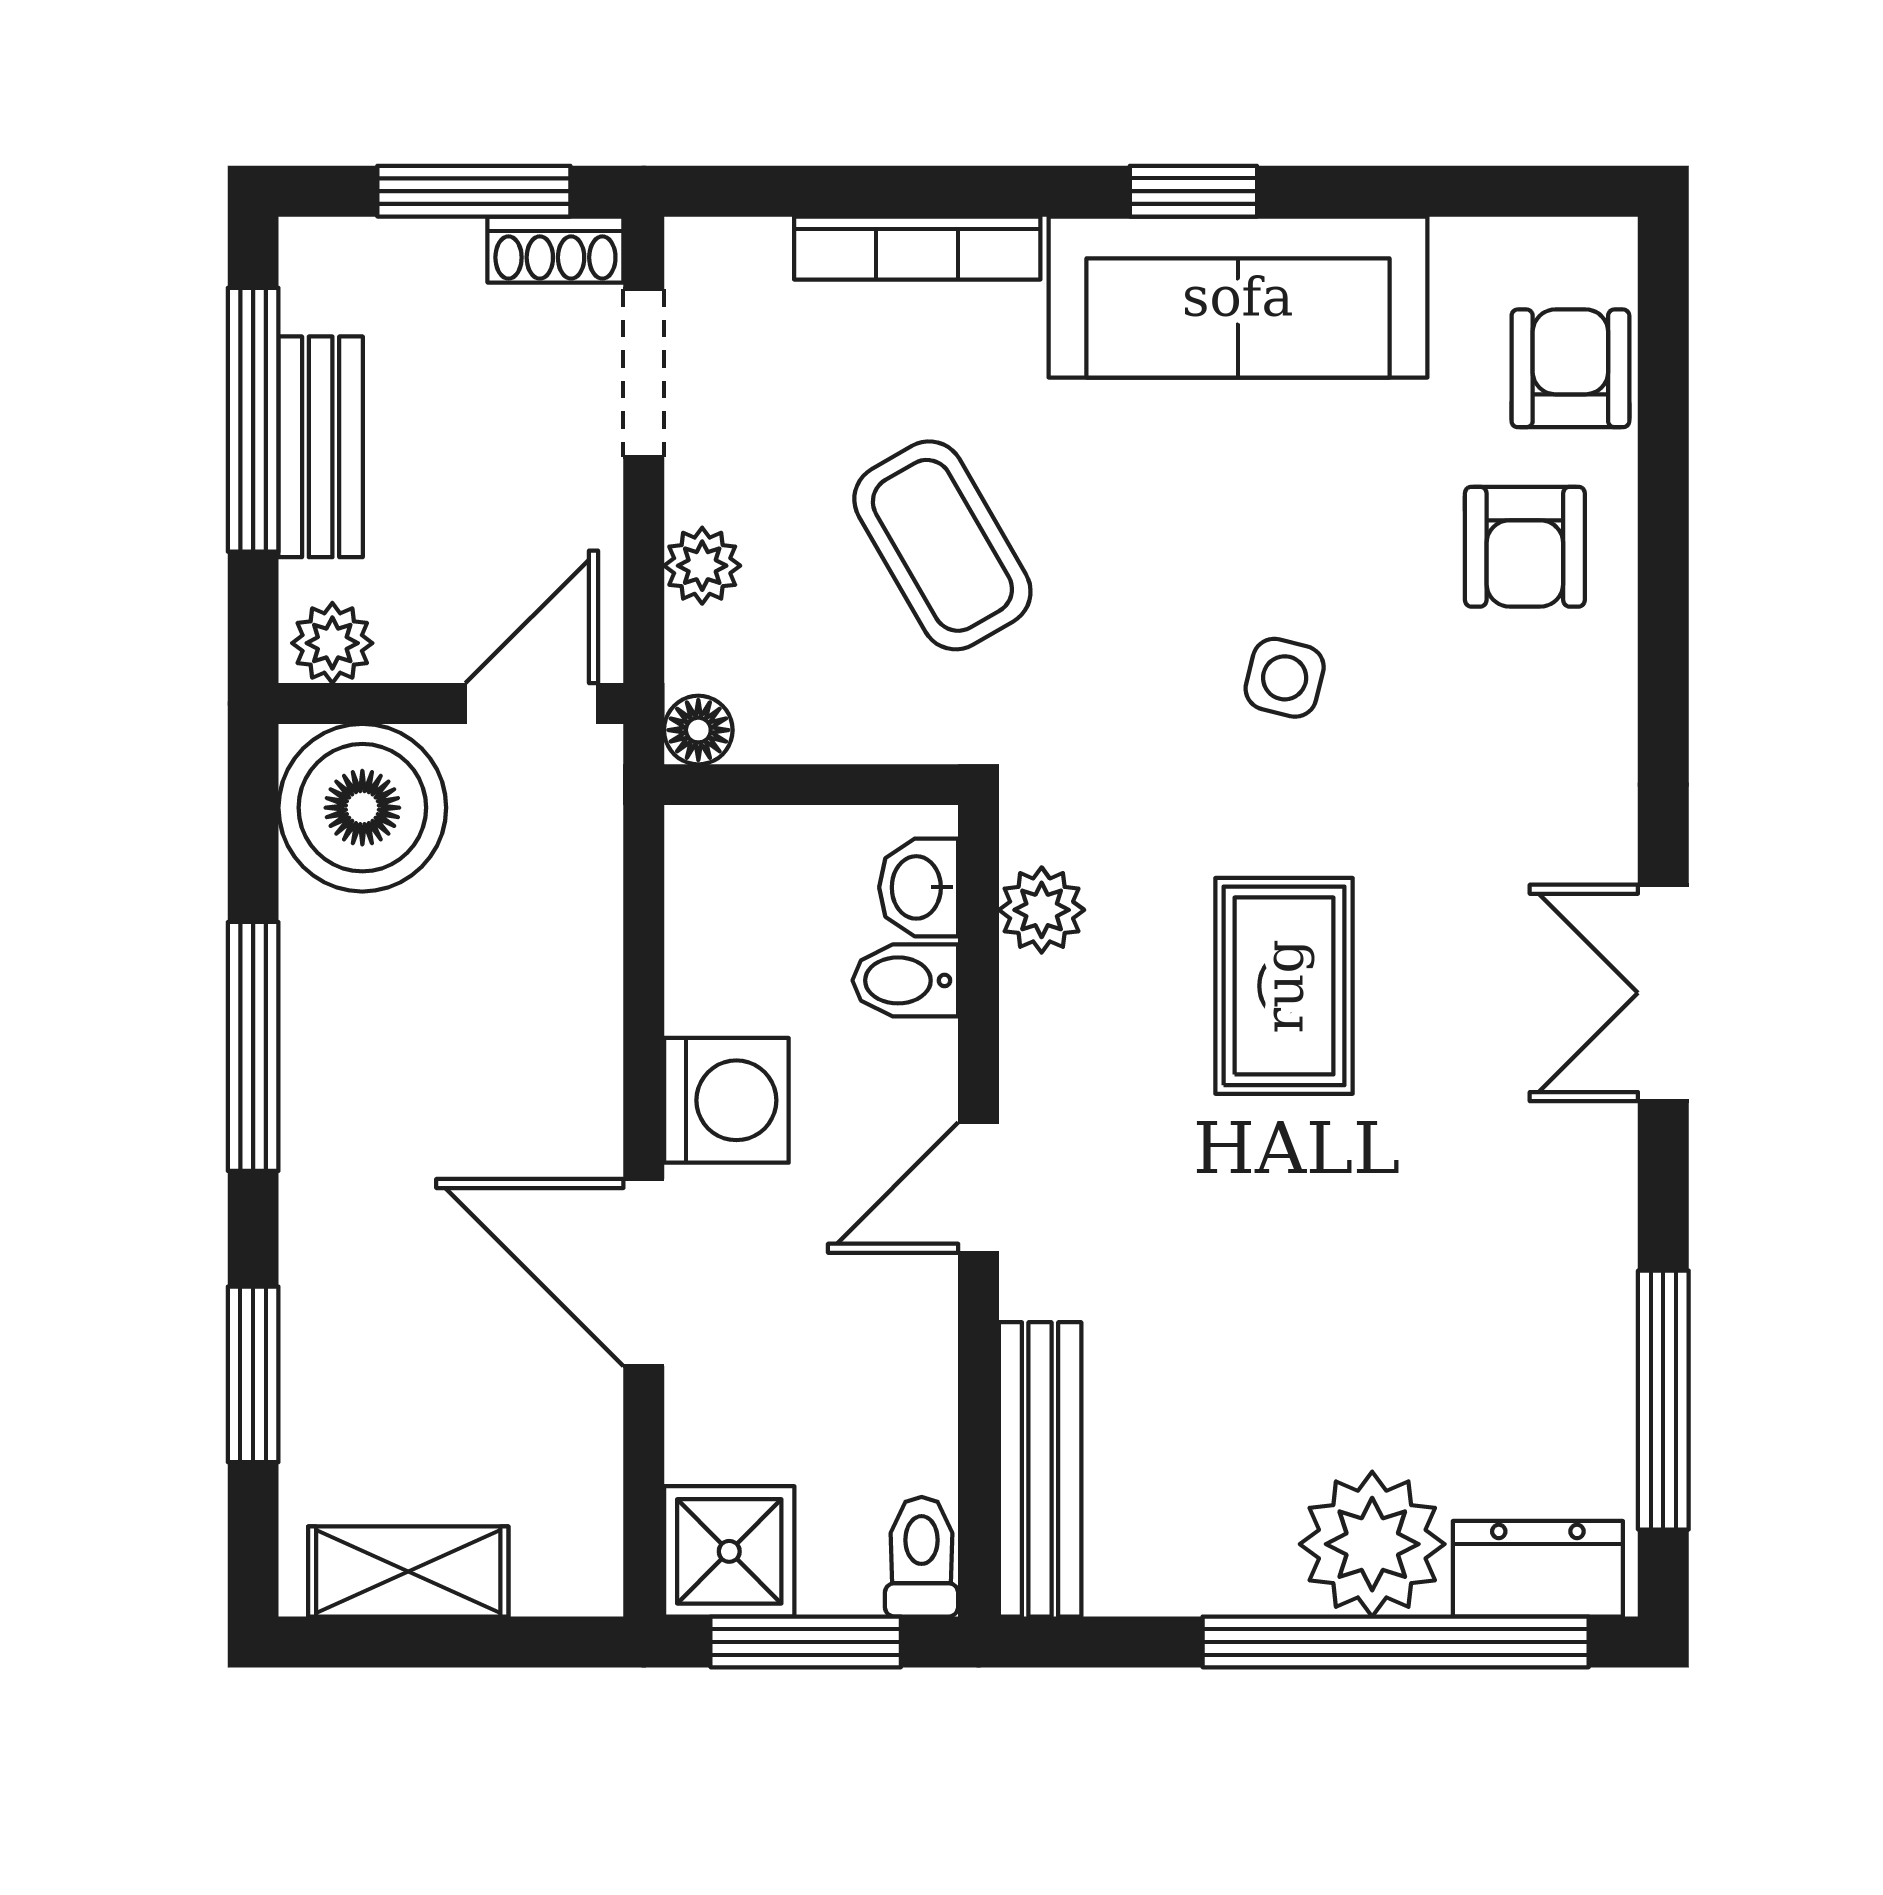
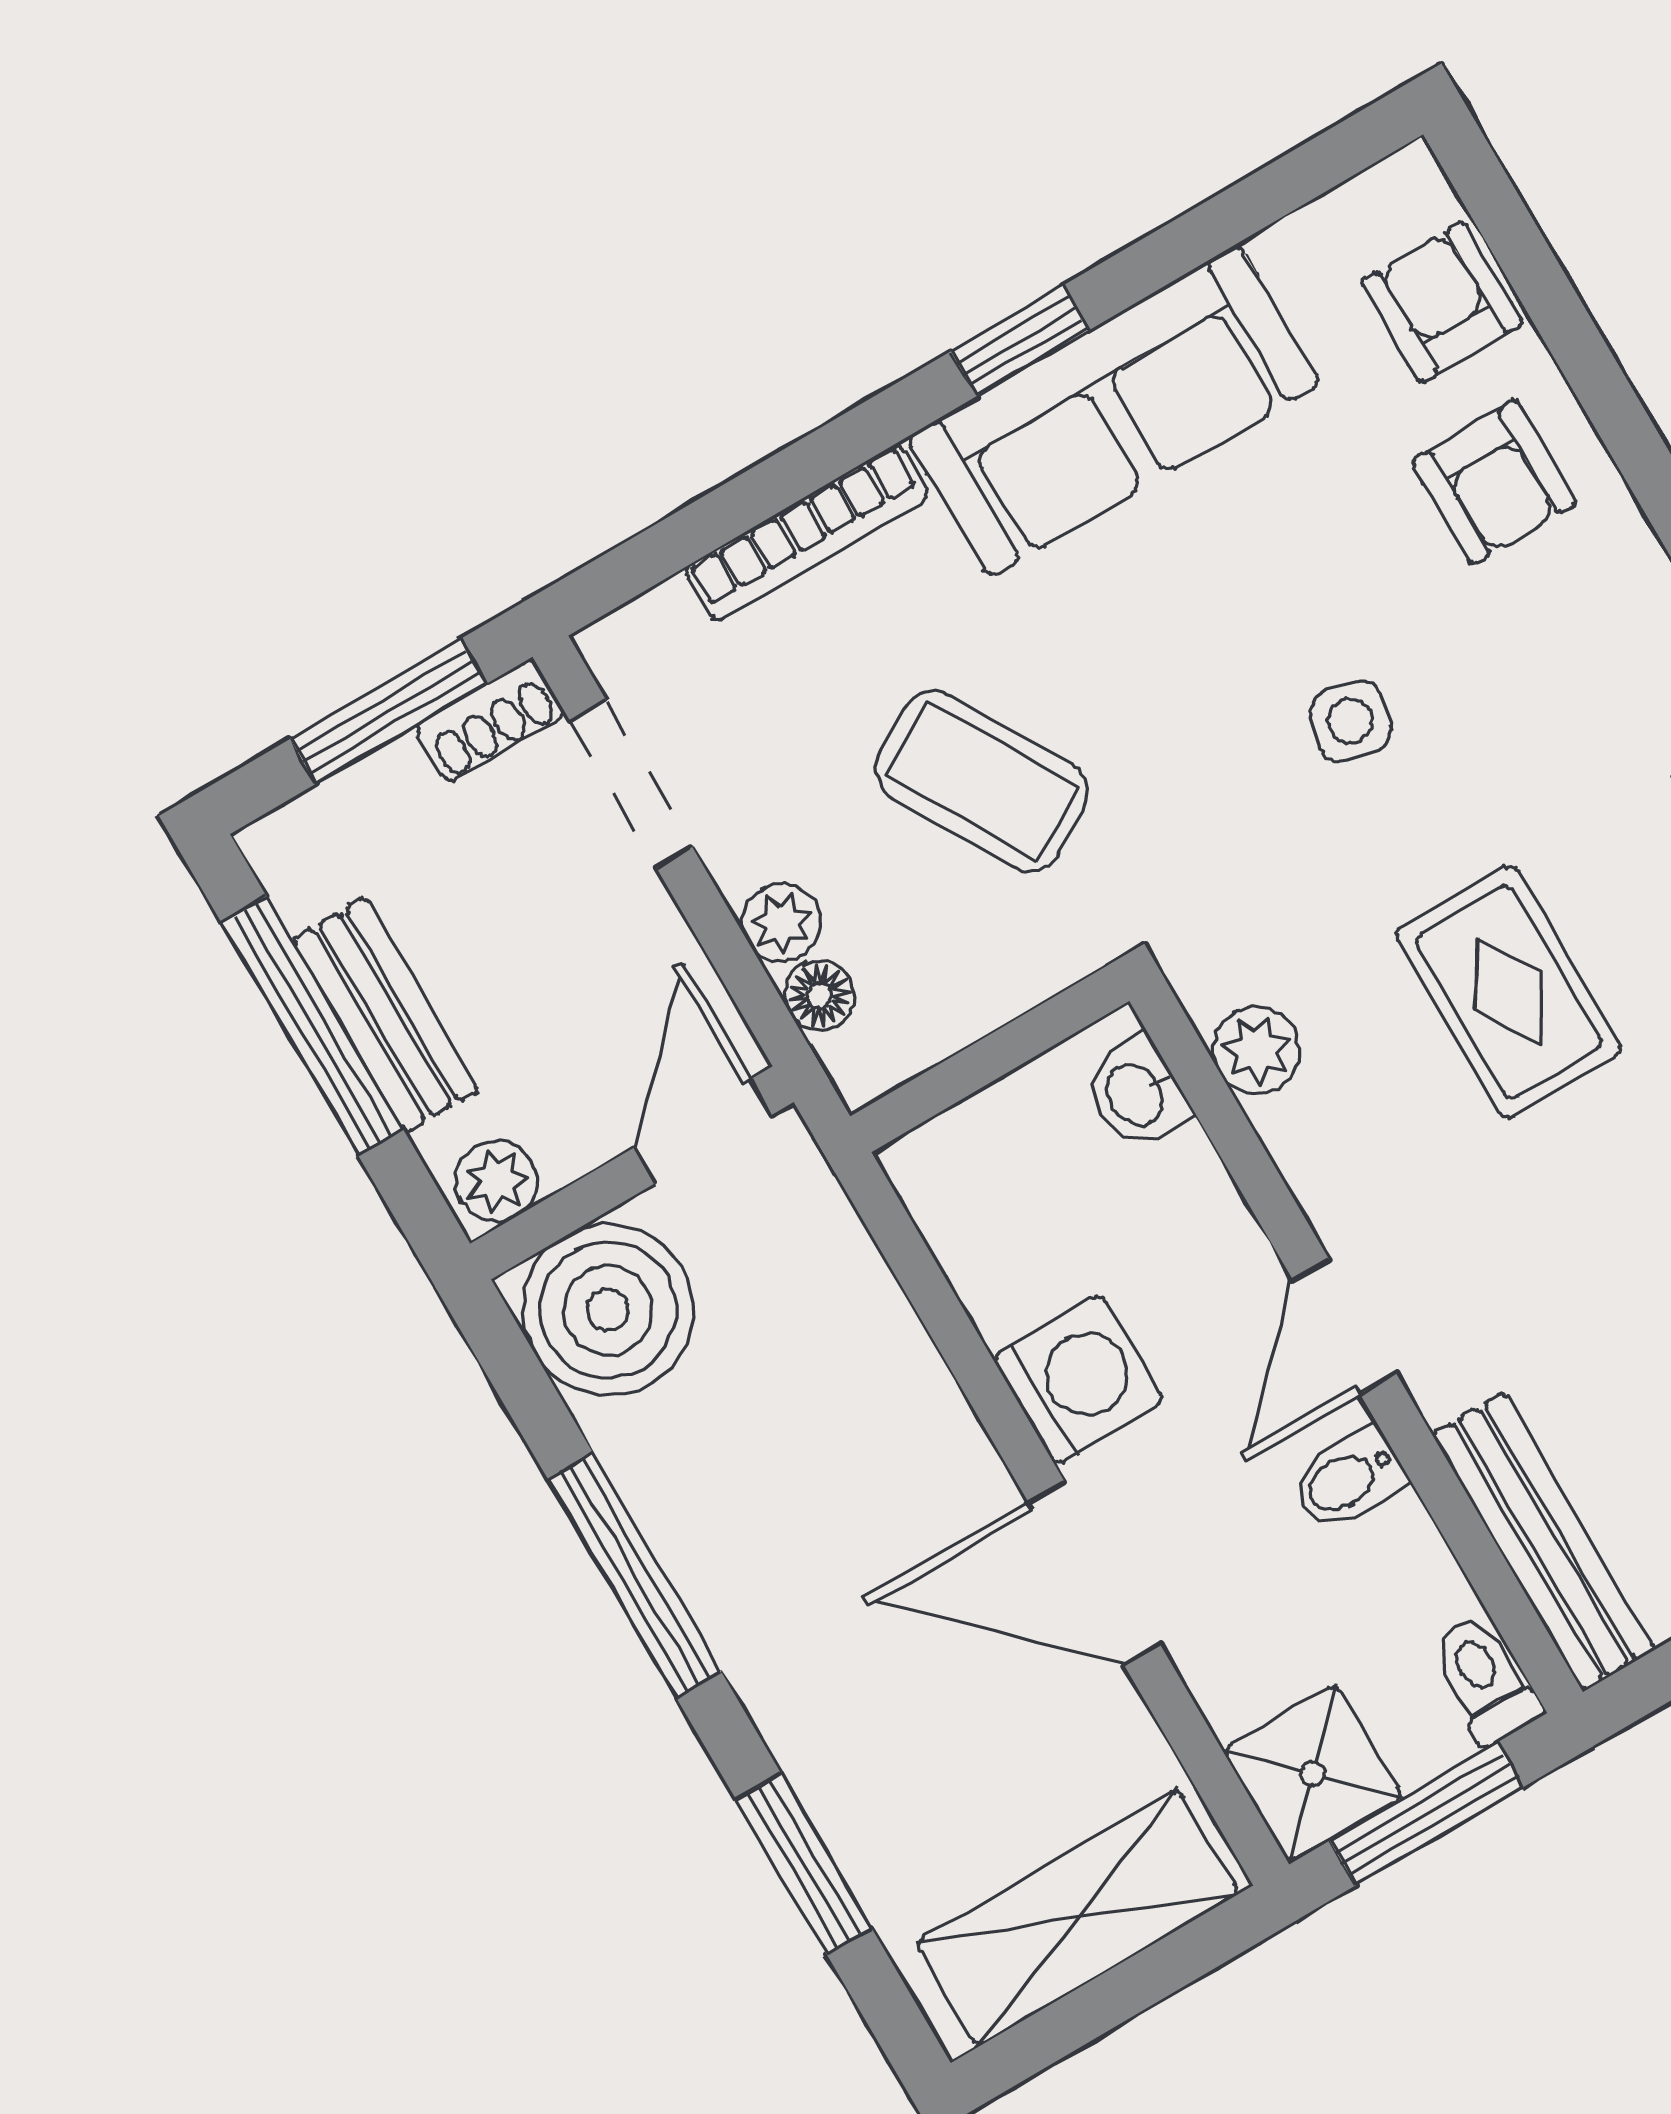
floor lamp: (698, 730) -> (820, 995), moved
bidet: (905, 980) -> (1348, 1479), moved
shelving: (408, 1571) -> (1078, 1918), width x1.50, depth x1.33

